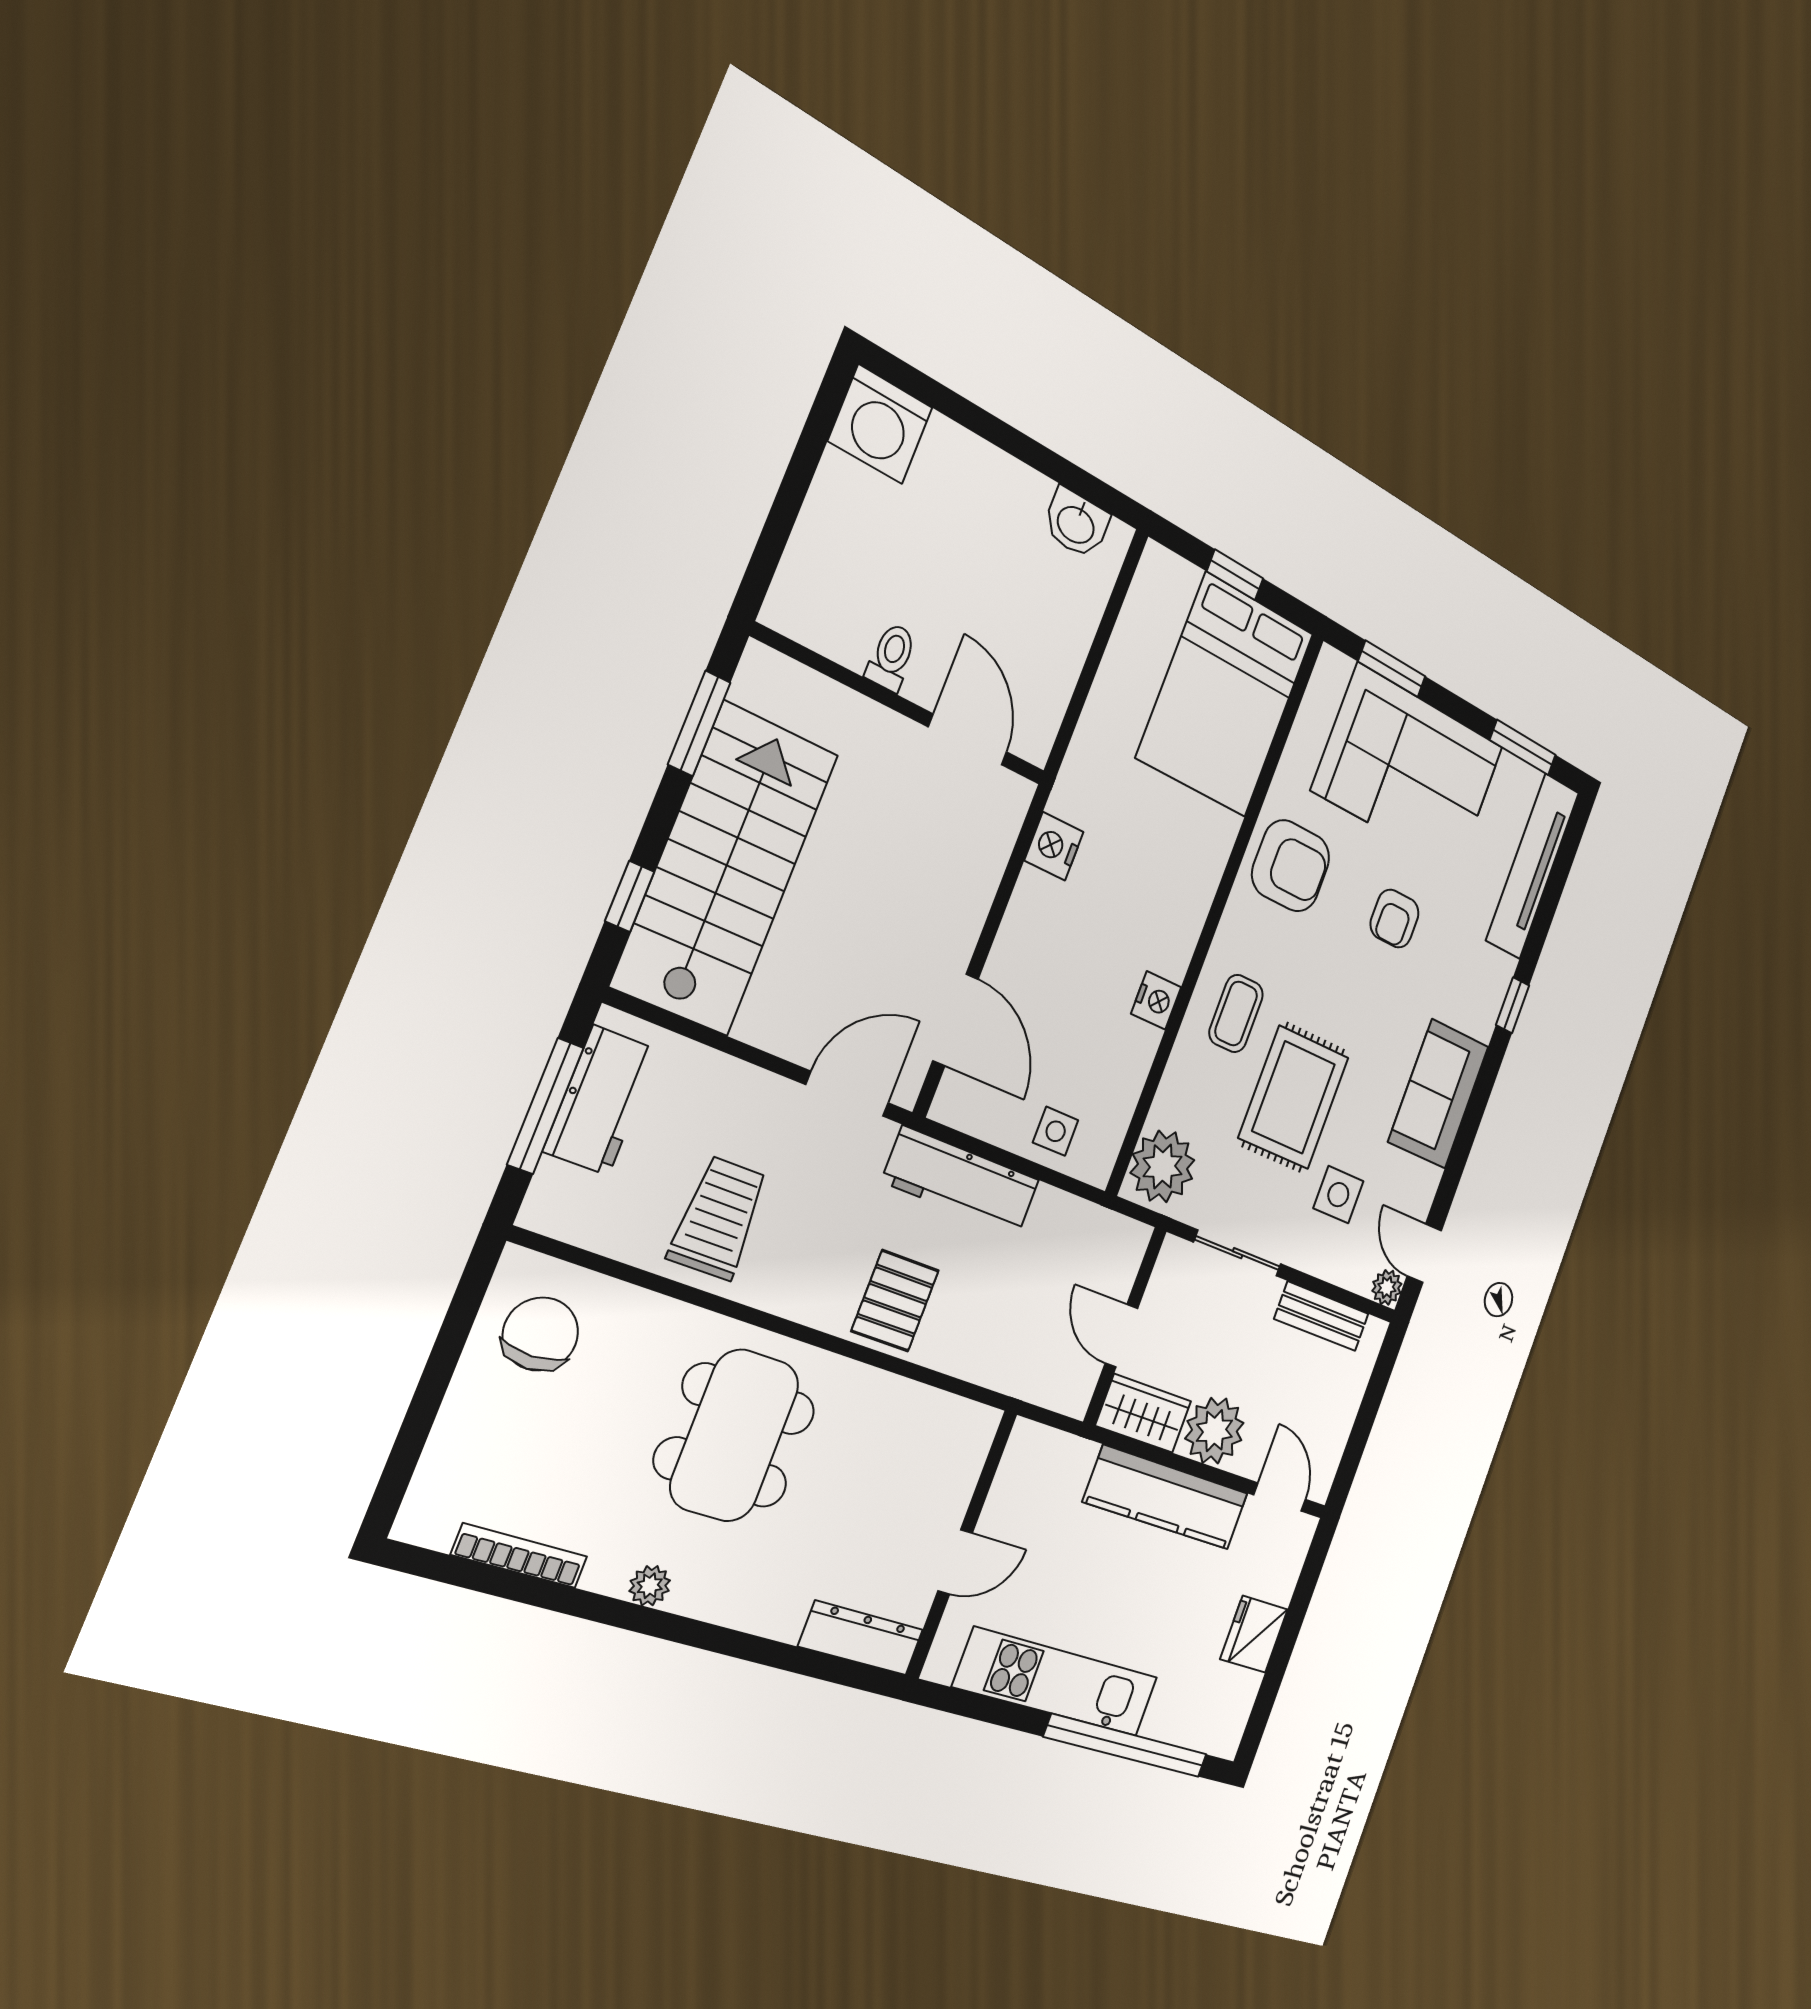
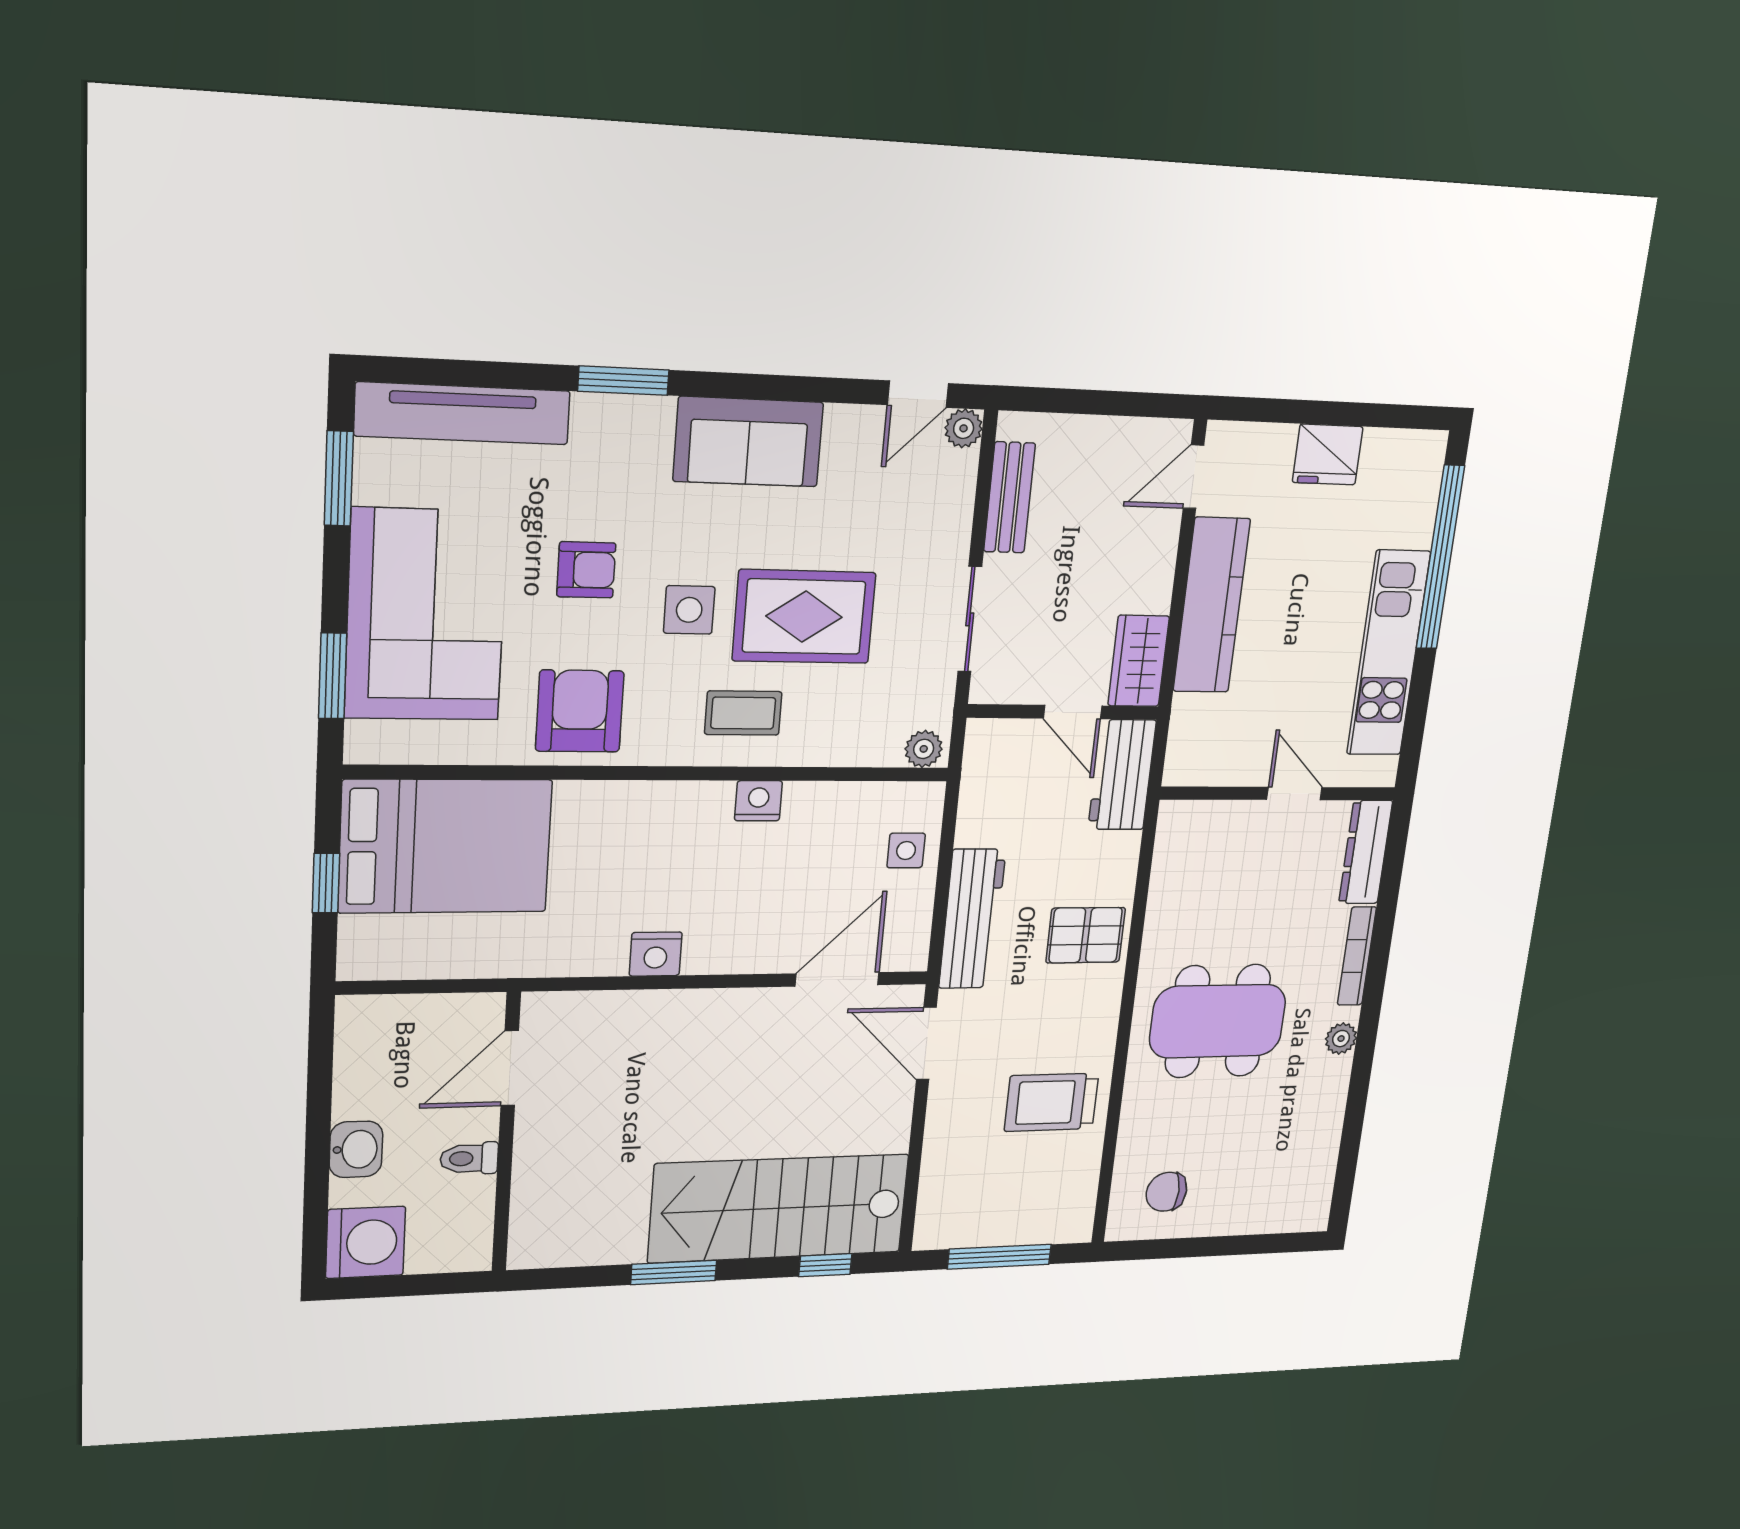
washbasin: (1076, 524) -> (356, 1149), moved
toilet: (891, 657) -> (469, 1158), moved
wall: (902, 706) -> (506, 1133), moved
door: (968, 740) -> (510, 1068), moved
window: (1513, 1005) -> (623, 380), width x1.50
workbench: (601, 1100) -> (1122, 775), moved, turned -90
plant: (1163, 1166) -> (924, 749), width x0.53, depth x0.53
side table: (1338, 1195) -> (689, 610), moved
chair: (540, 1334) -> (1166, 1192), width x0.73, depth x0.73
door: (1121, 1336) -> (1073, 712), hinge flipped
plant: (1214, 1431) -> (1142, 578), removed
bookcase: (519, 1556) -> (1357, 956), moved

